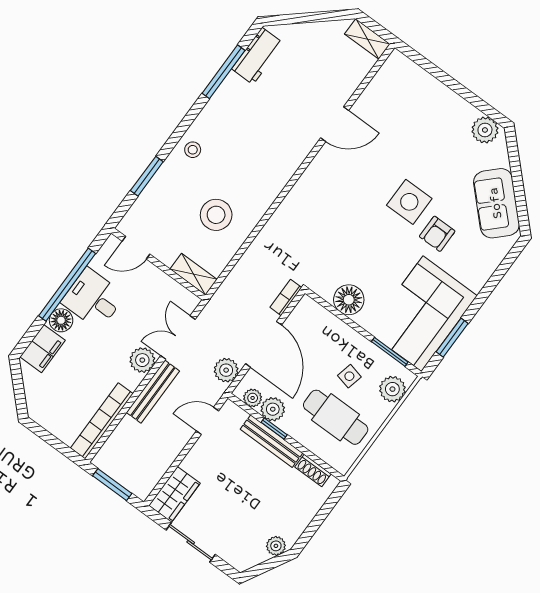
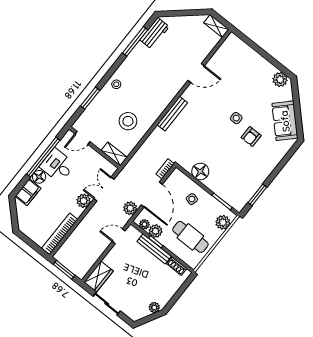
side table: (409, 202) -> (236, 118), width x0.54, depth x0.54
corner sofa: (422, 314) -> (241, 181), removed
side table: (349, 376) -> (192, 199), moved
bench: (153, 392) -> (172, 114), moved

